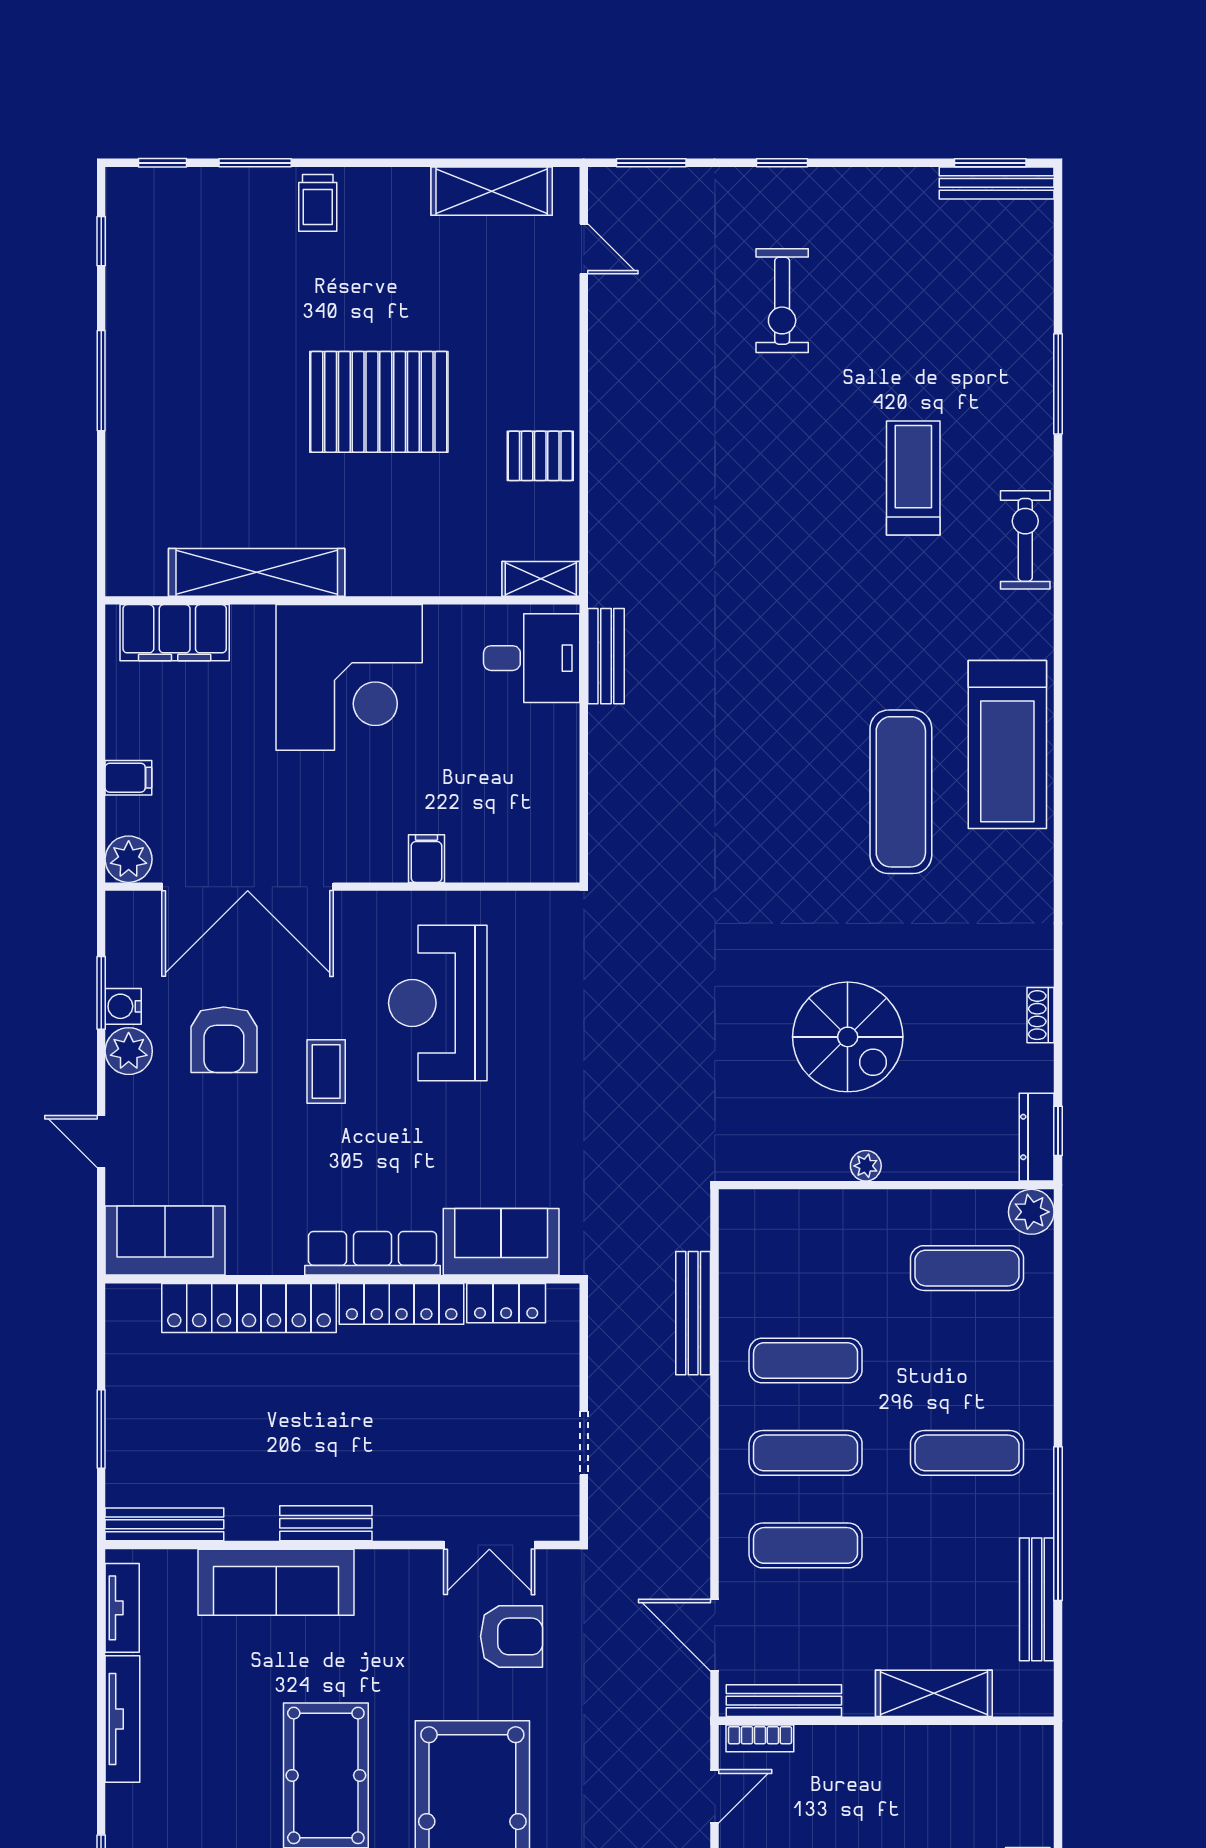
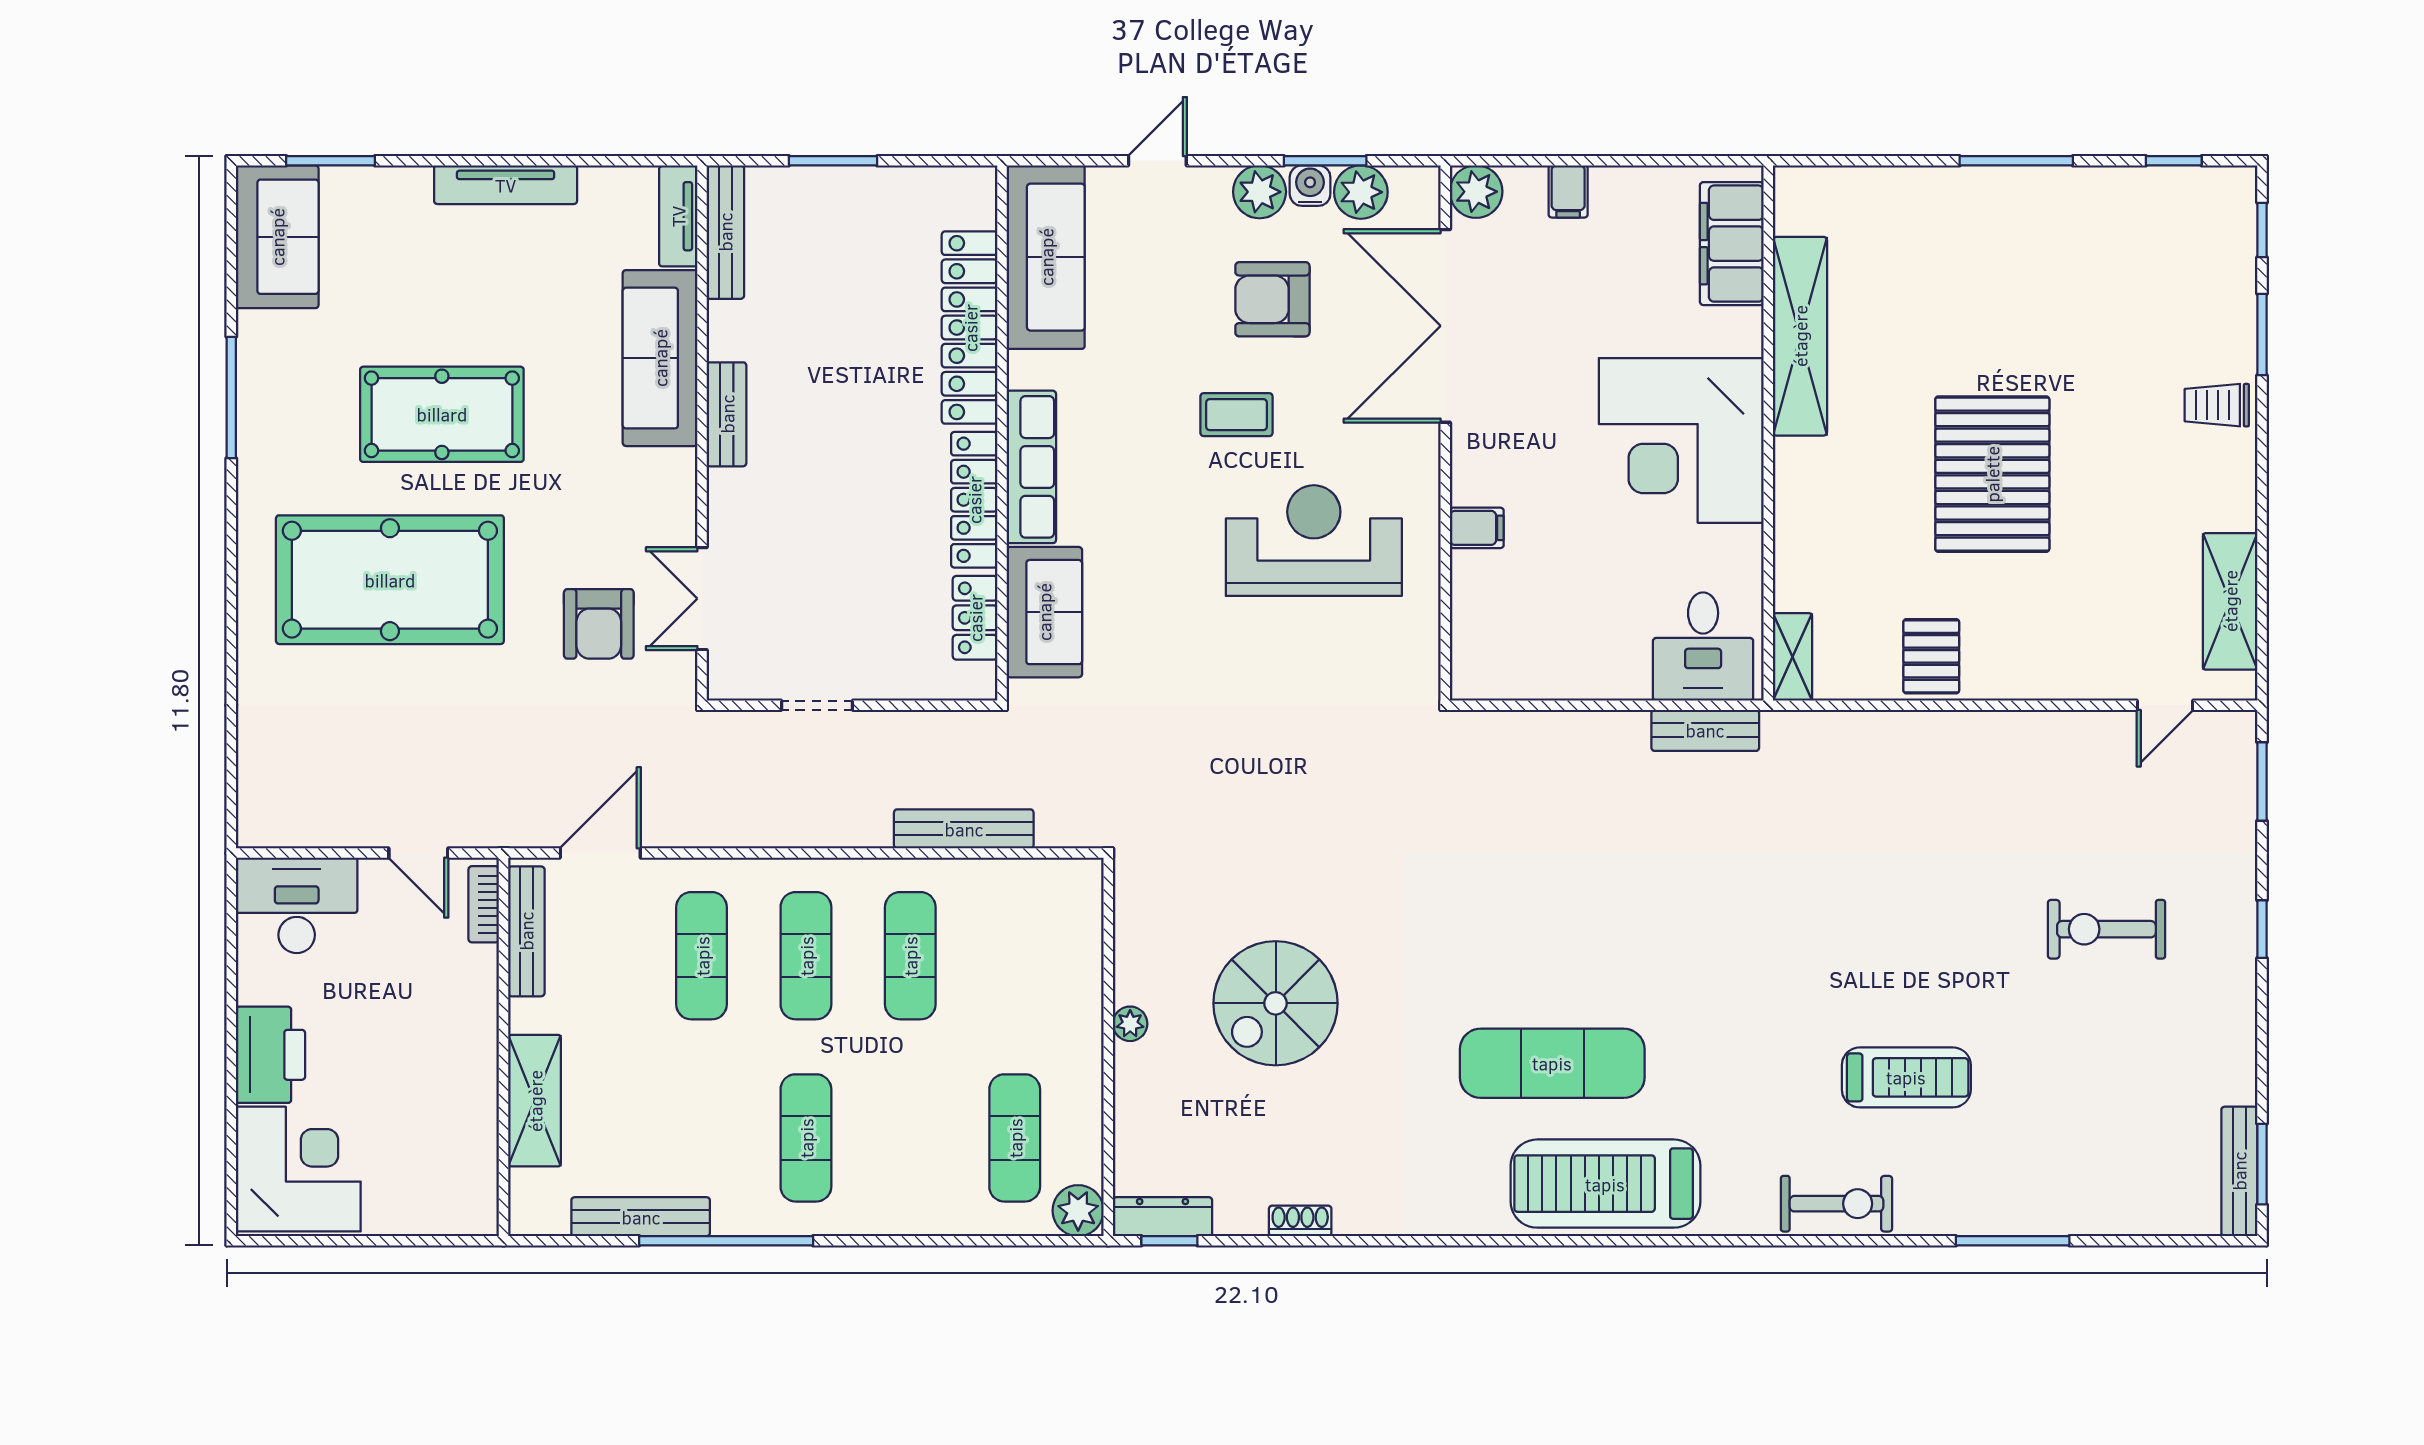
plant: (129, 961) -> (1361, 192), added
sofa: (165, 1241) -> (1046, 257), width x1.36
tv unit: (122, 1608) -> (678, 216), moved, turned 90

